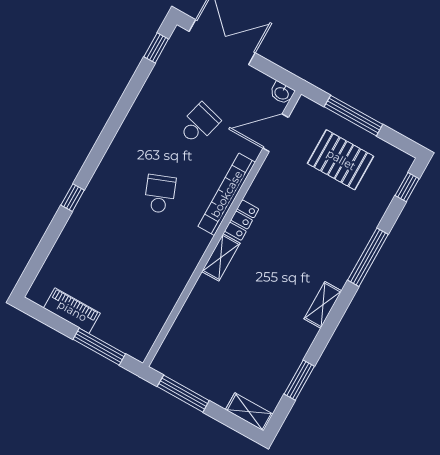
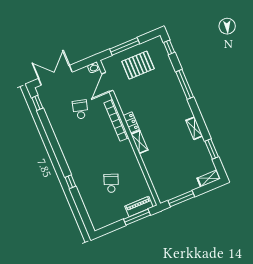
school desk: (160, 194) -> (111, 183), moved, turned 42
shelving: (323, 305) -> (194, 128), moved
piano: (72, 311) -> (139, 207), moved

